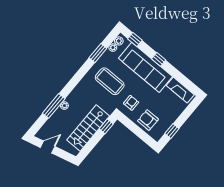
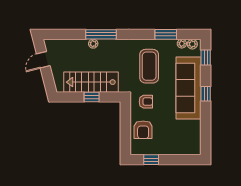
fireplace: (180, 90) -> (194, 136), removed
window: (54, 106) -> (101, 34), moved
armchair: (148, 120) -> (143, 130), turned 180
window: (106, 126) -> (92, 97), moved
door: (48, 147) -> (43, 60), swing flipped

